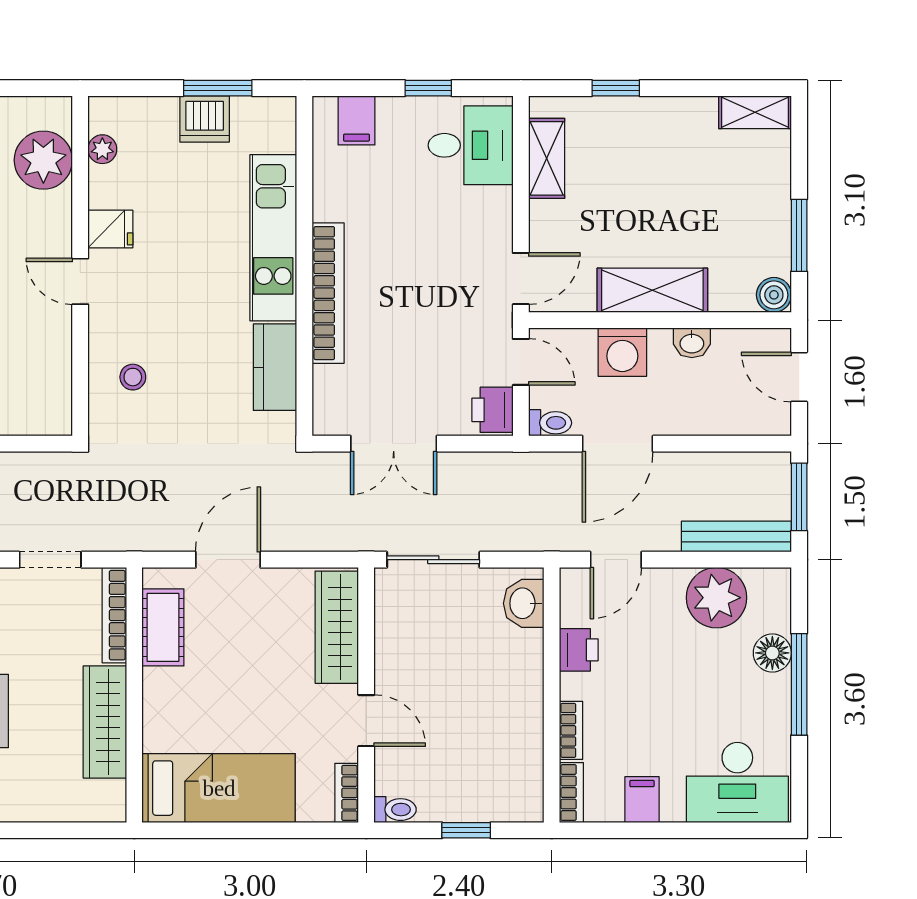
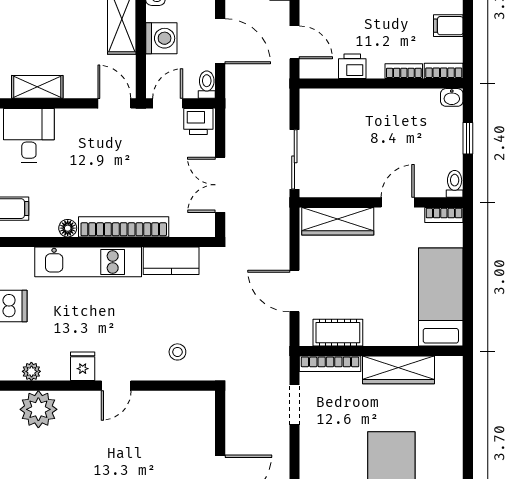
floor lamp: (326, 206) -> (68, 228), added
double door: (394, 444) -> (220, 185), swing flipped
washbasin: (524, 603) -> (452, 97), moved, width x0.72, depth x0.69

